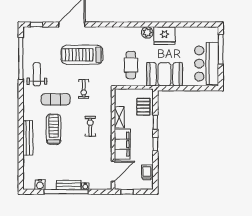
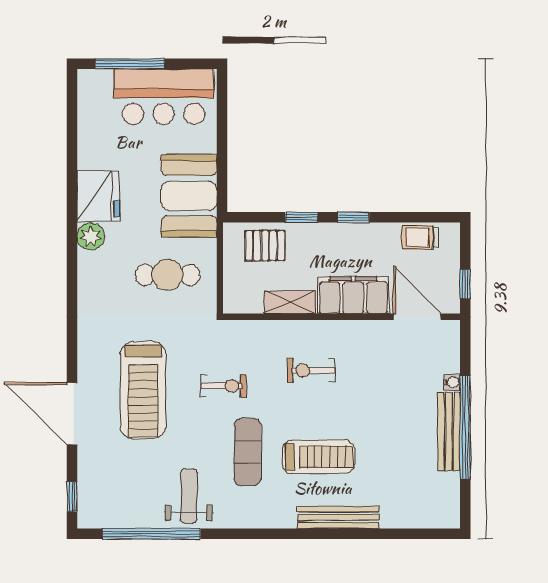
weight bench: (37, 74) -> (189, 496), turned 90
treadmill: (54, 129) -> (318, 457), turned 180
water cooler: (40, 185) -> (448, 489), removed
bench: (69, 185) -> (449, 432), width x1.36

